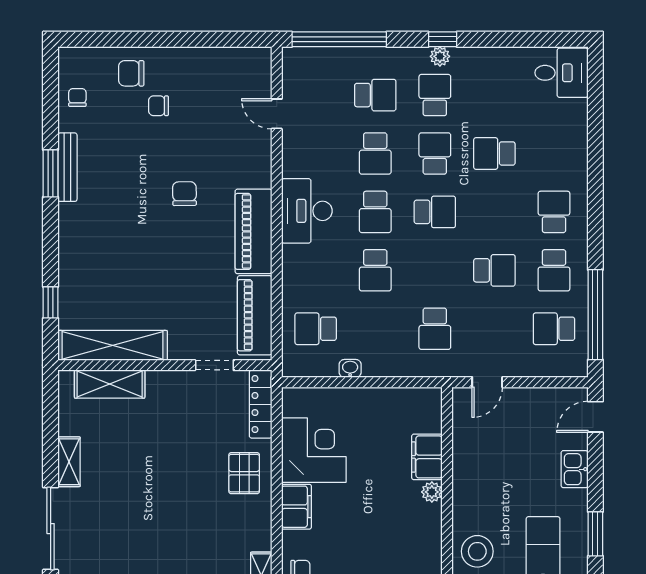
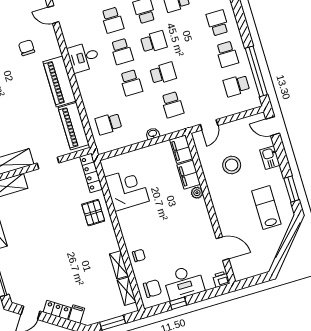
chair: (184, 194) -> (27, 48), moved
desk: (307, 211) -> (84, 57), width x0.73
school desk: (494, 270) -> (163, 73), moved
doorway: (214, 365) -> (48, 163), moved
washbasin: (350, 368) -> (153, 134), moved
door: (595, 417) -> (273, 126), hinge flipped
filing cabinet: (297, 507) -> (181, 149), moved, turned 180
stool: (477, 551) -> (232, 165), moved

